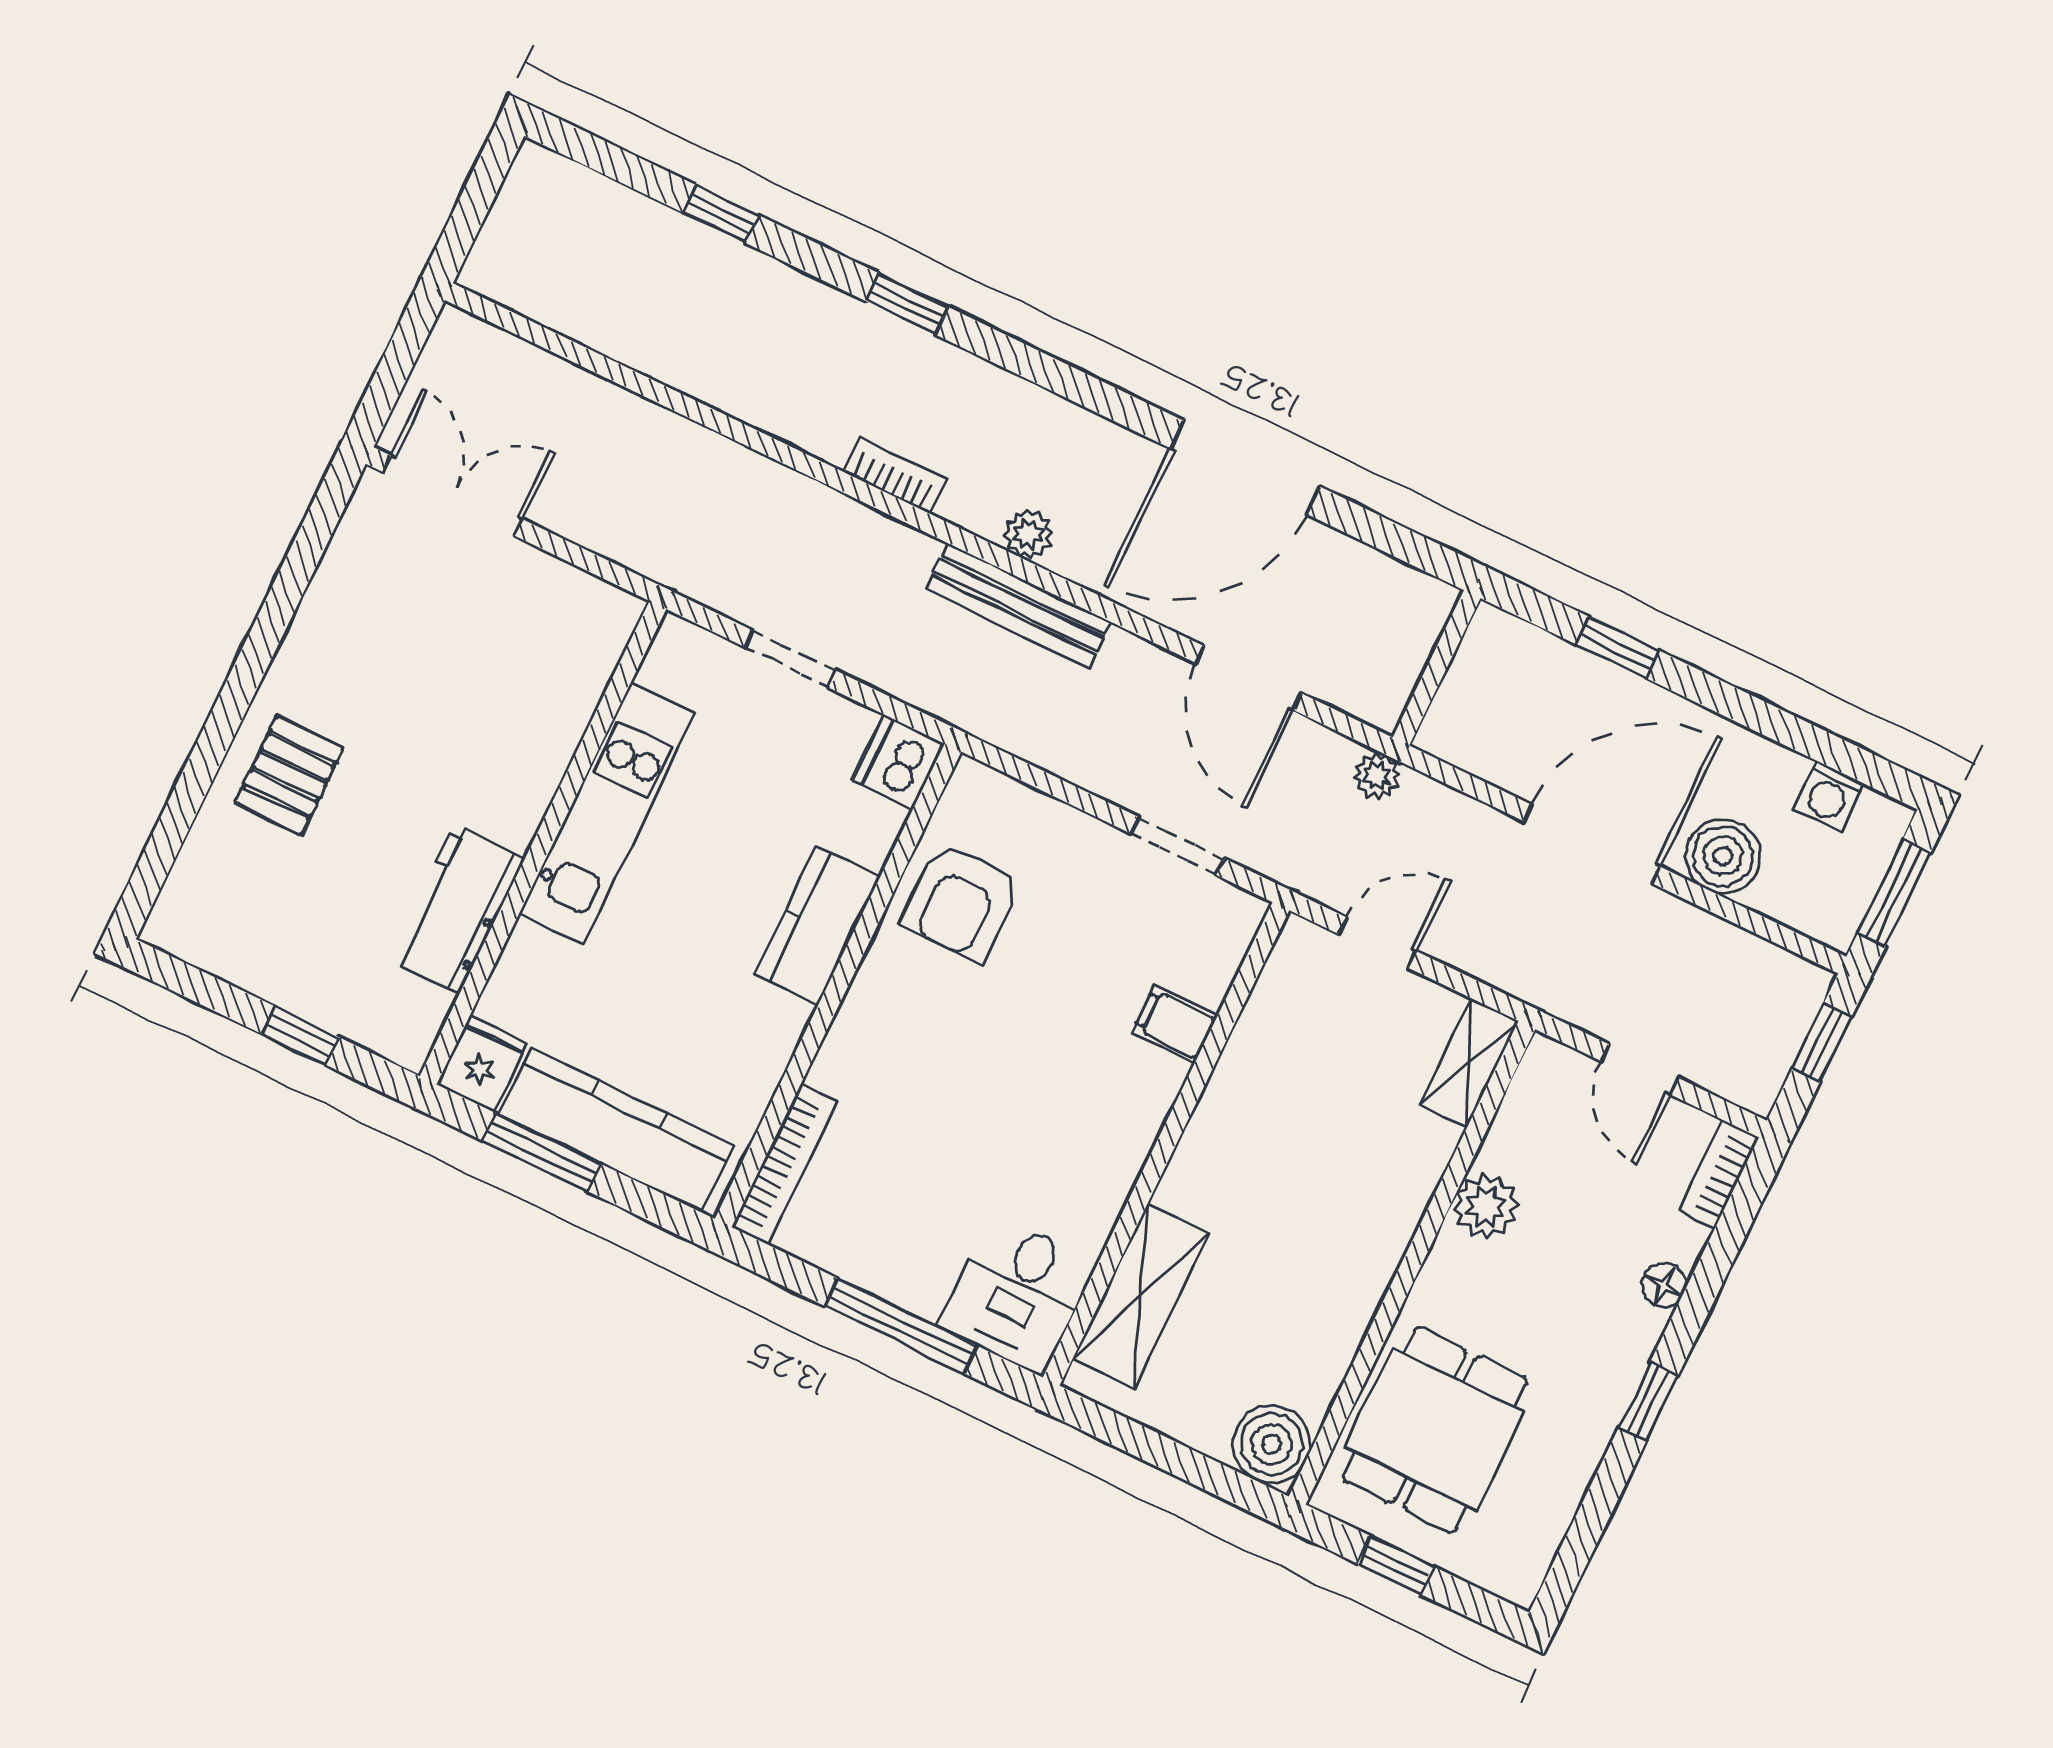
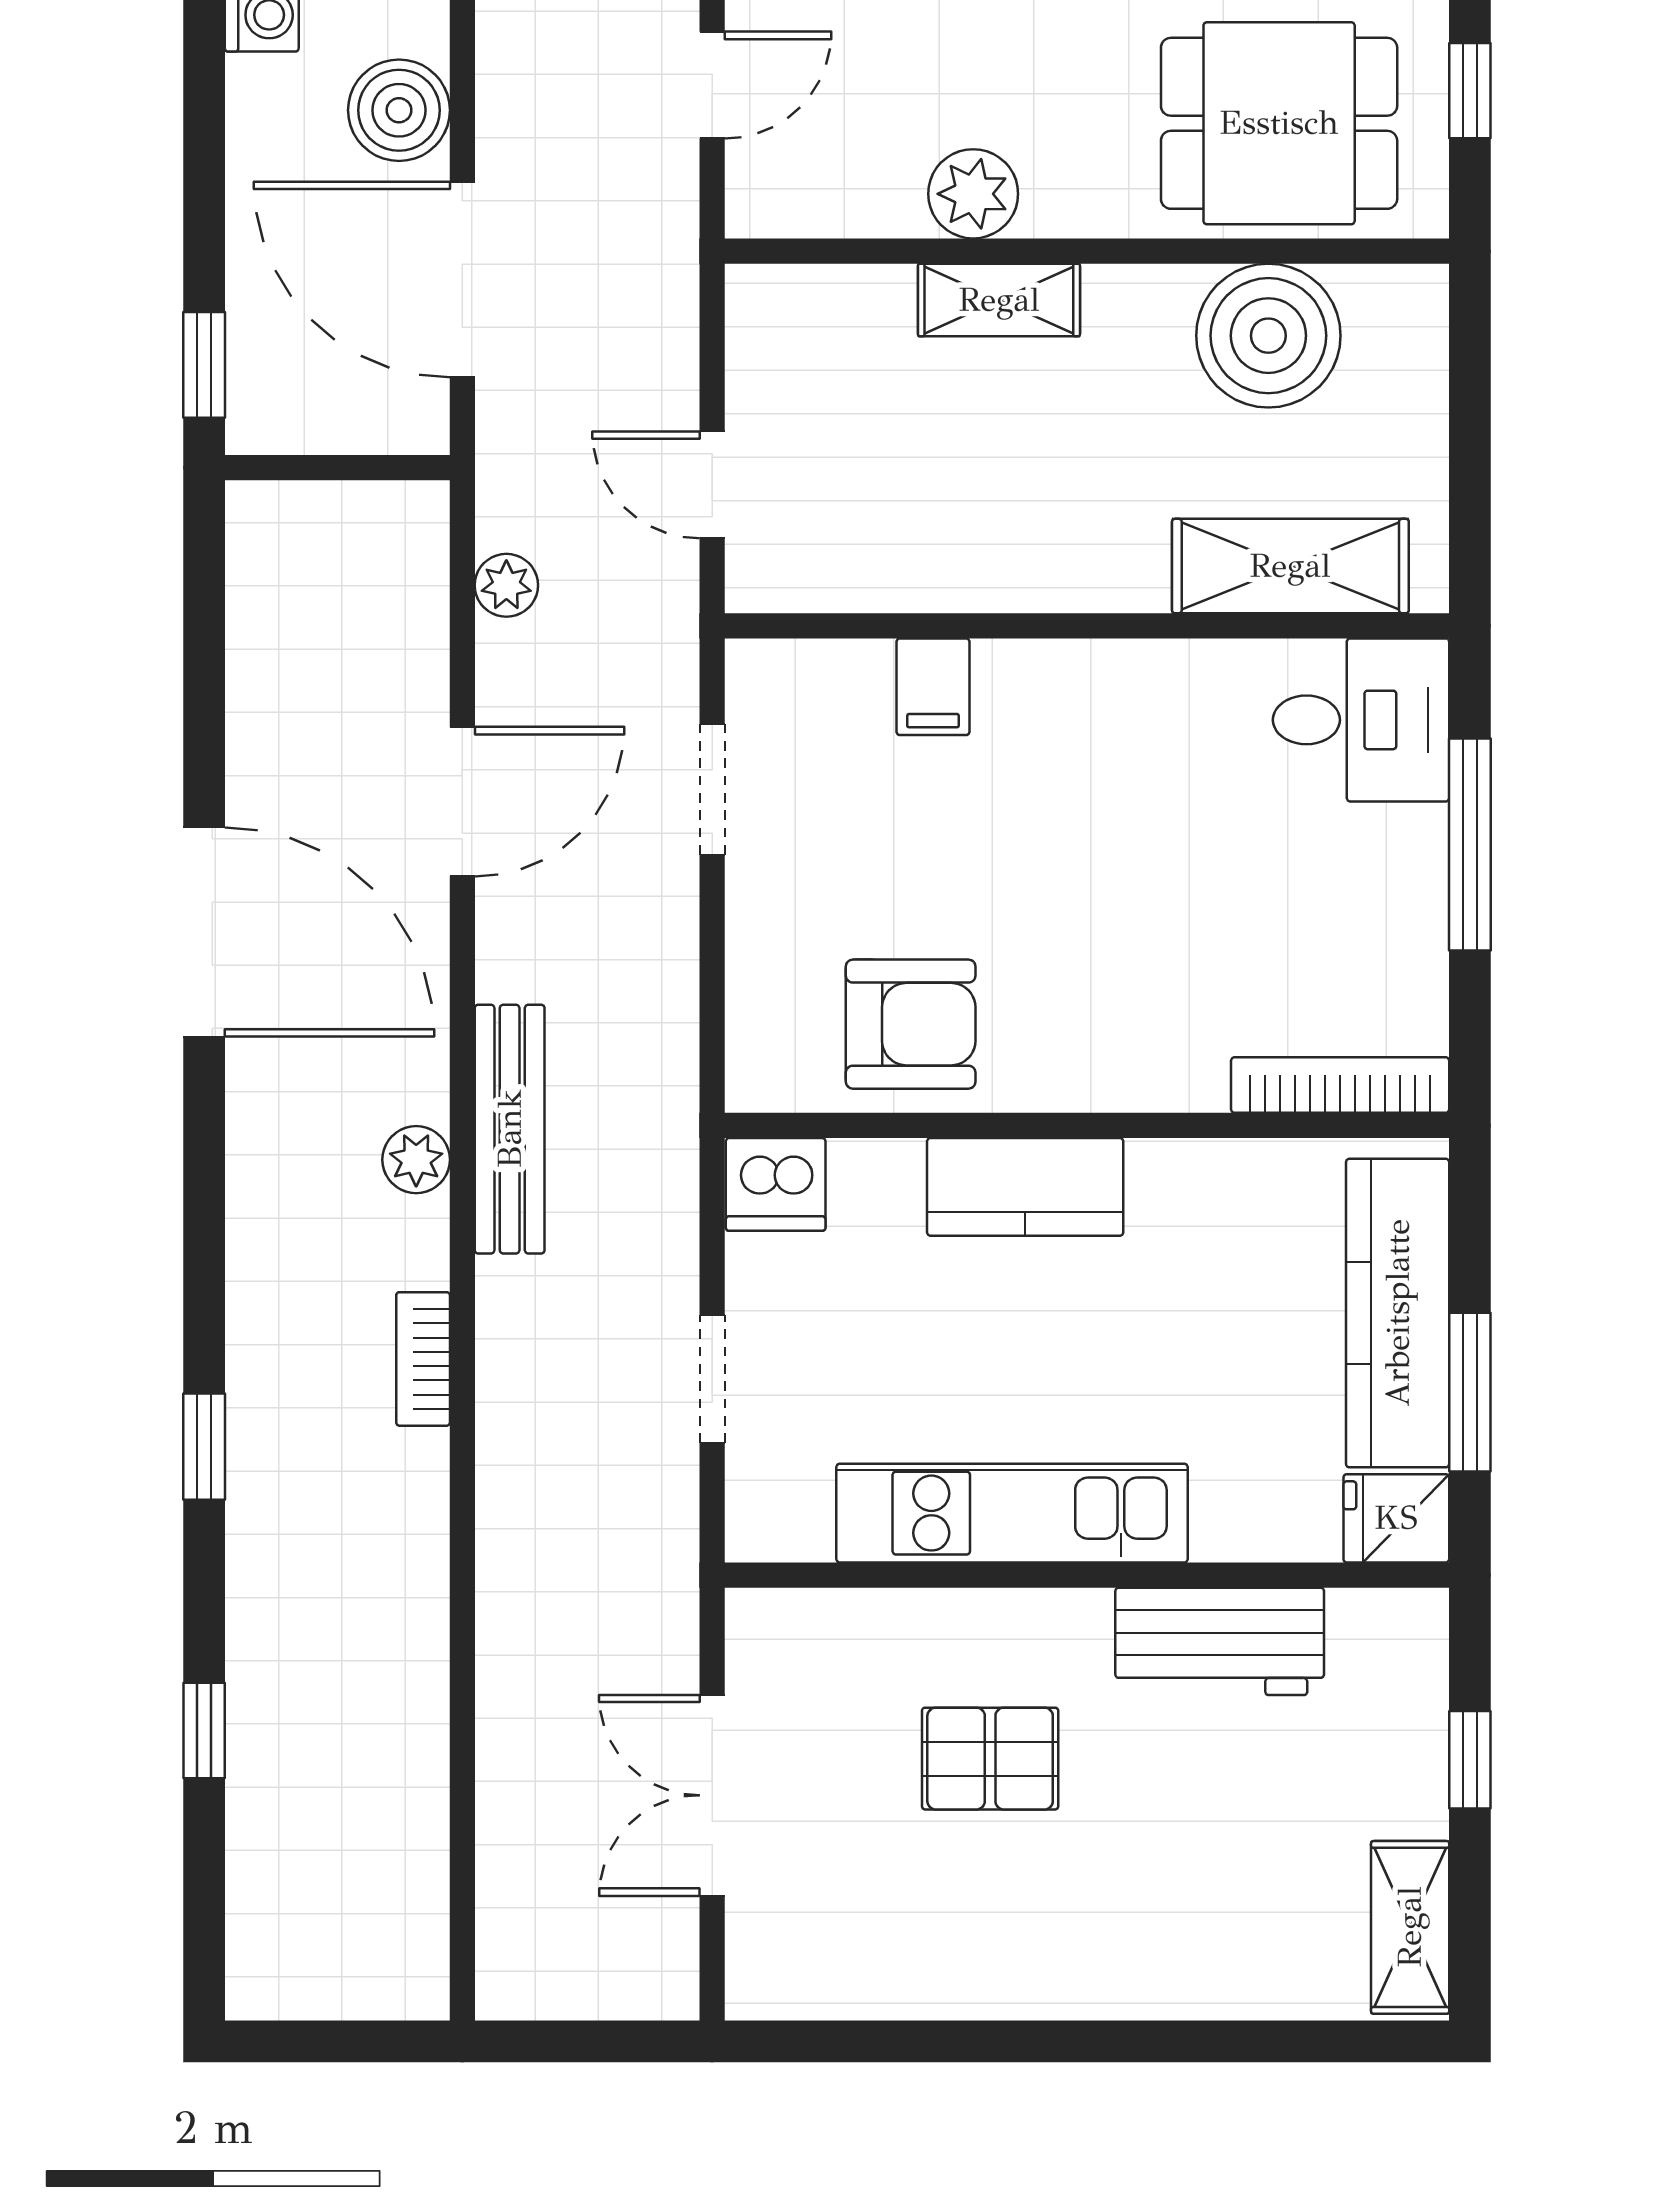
double door: (453, 496) -> (712, 1795), moved
wall: (1437, 668) -> (337, 468), moved
pallet: (289, 775) -> (990, 1759), moved
shelving: (209, 943) -> (1410, 1927), added
shelving: (1469, 1063) -> (999, 300), moved
boiler: (1272, 1444) -> (1268, 336), moved, width x1.37, depth x1.37

